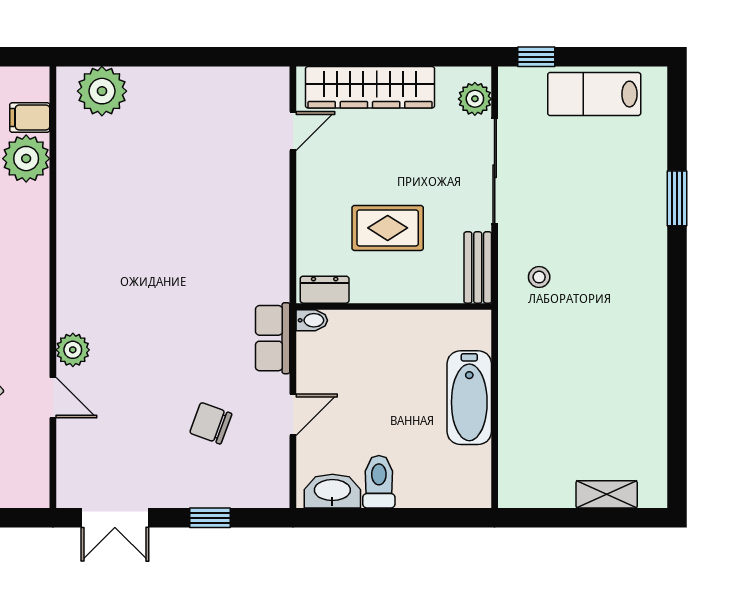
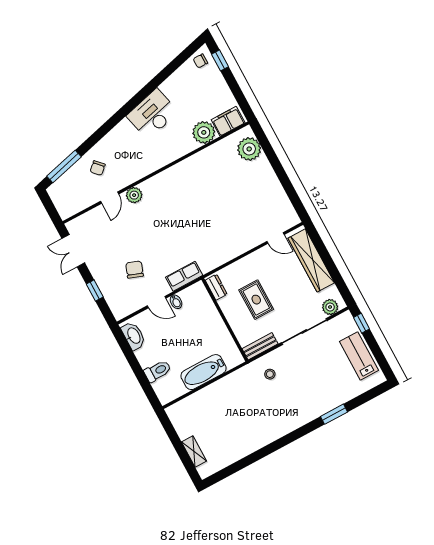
filing cabinet: (30, 117) -> (228, 121), width x2.00
bidet: (312, 320) -> (176, 302), moved
toilet: (379, 482) -> (158, 371), moved

